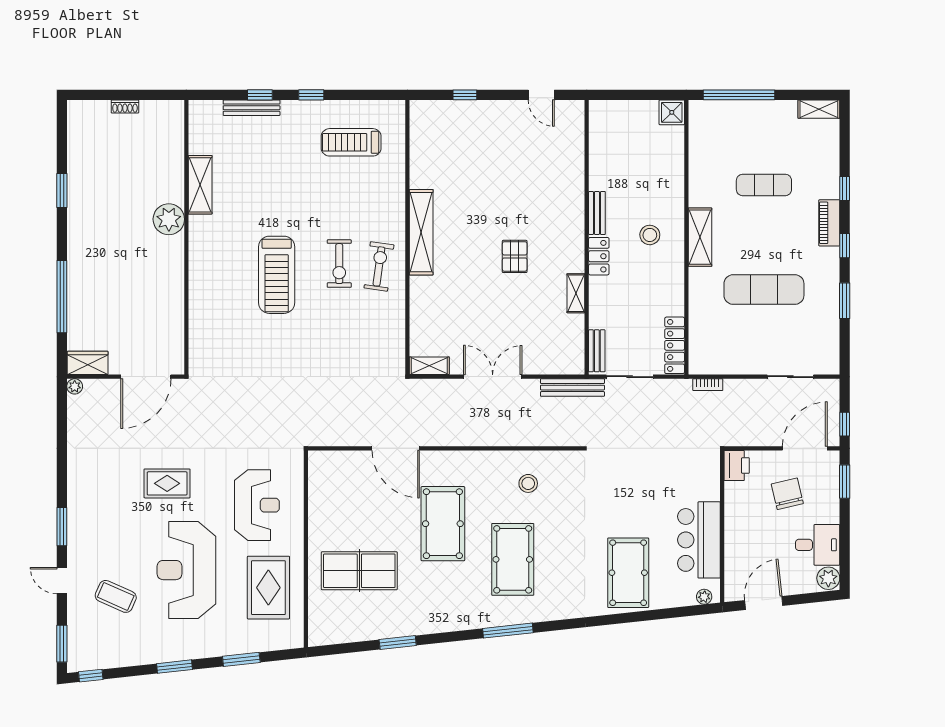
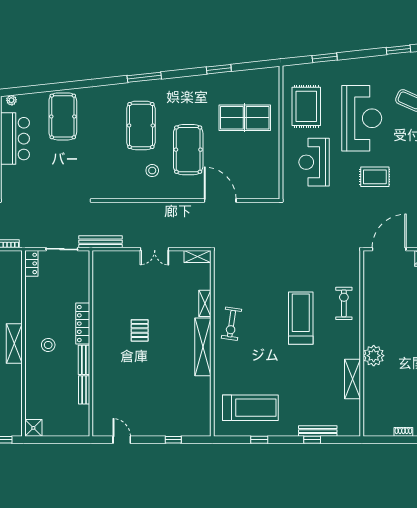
window: (311, 95) -> (259, 440), moved
treadmill: (351, 142) -> (250, 408), width x1.37, depth x1.38
locker: (599, 256) -> (83, 324), width x1.53
exercise bike: (339, 264) -> (344, 303), moved
shelving: (576, 293) -> (205, 303), moved
locker: (675, 345) -> (31, 263), width x0.66
bench: (597, 351) -> (84, 390), moved
double door: (493, 377) -> (155, 249), width x0.73
stool: (528, 483) -> (152, 171), moved
window: (175, 667) -> (398, 50), moved

